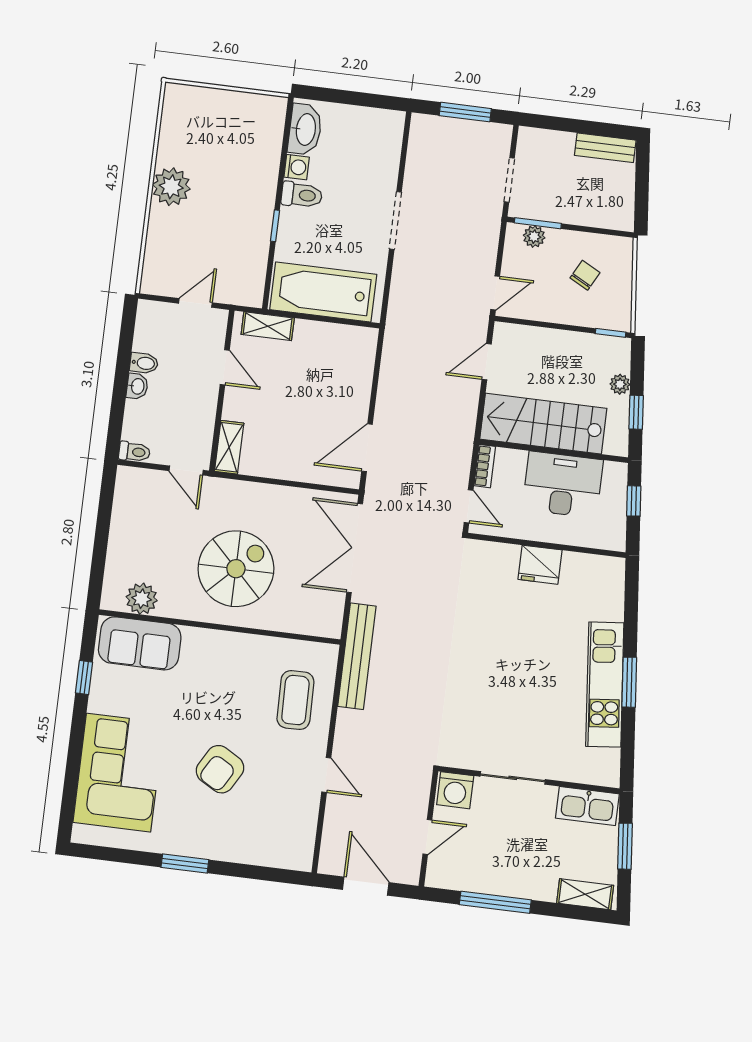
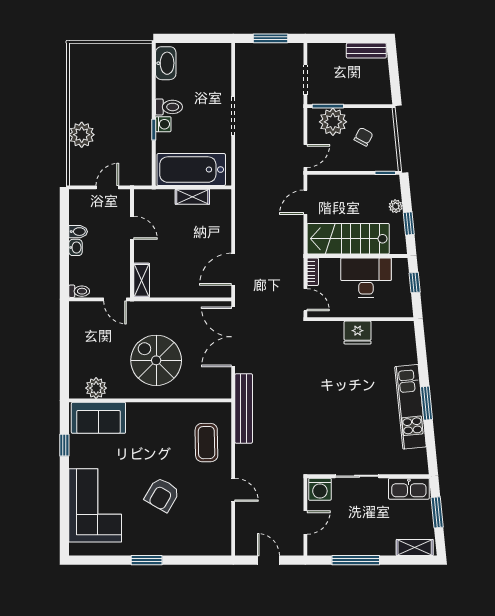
washing machine: (297, 167) -> (163, 124), moved
plant: (171, 187) -> (82, 135), moved
plant: (534, 237) -> (333, 122), width x1.88, depth x1.88
shelving: (268, 326) -> (192, 197), moved
spiral stairs: (236, 569) -> (156, 360), turned -90
door: (366, 886) -> (268, 560), width x0.73

